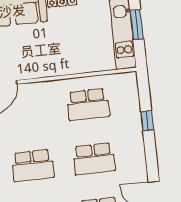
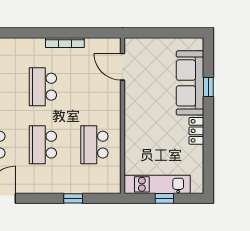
window: (137, 25) -> (164, 198), width x0.67

